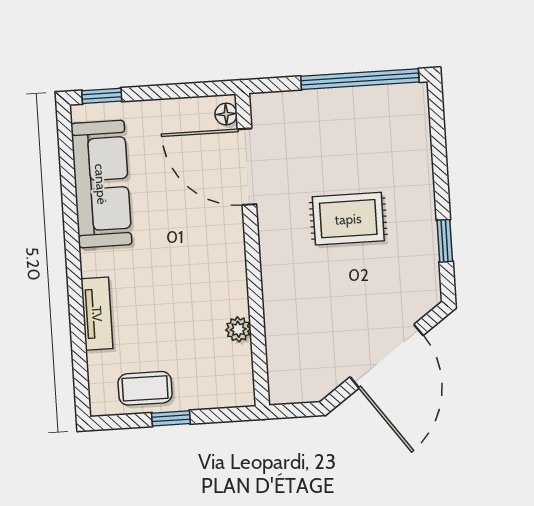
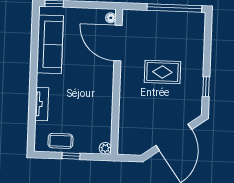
plant: (238, 329) -> (105, 148), moved

